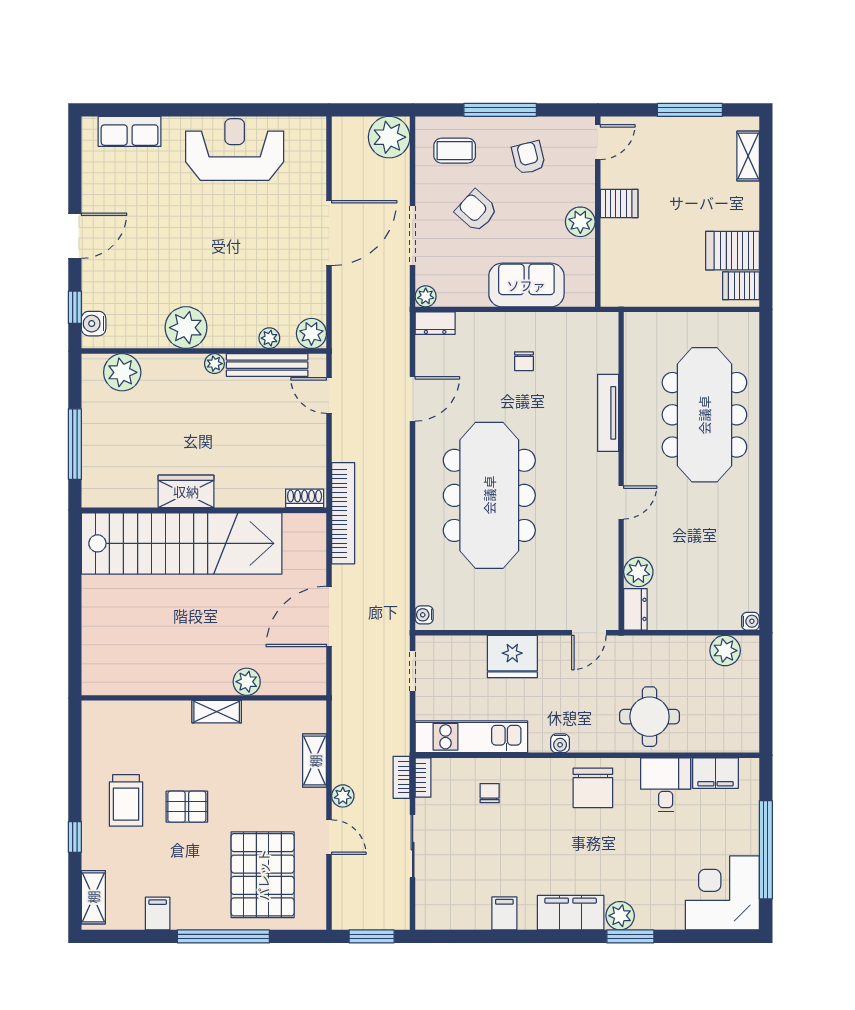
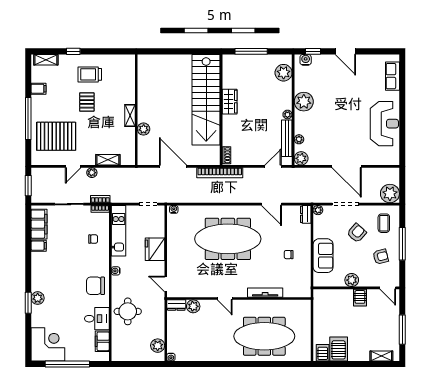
filing cabinet: (571, 913) -> (39, 224), moved

